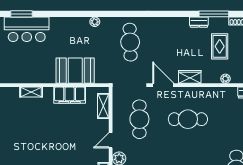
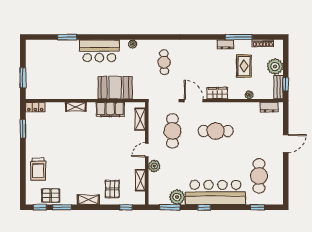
bar counter: (27, 29) -> (99, 51), moved
cafe table: (130, 42) -> (164, 62), width x0.73, depth x0.74

